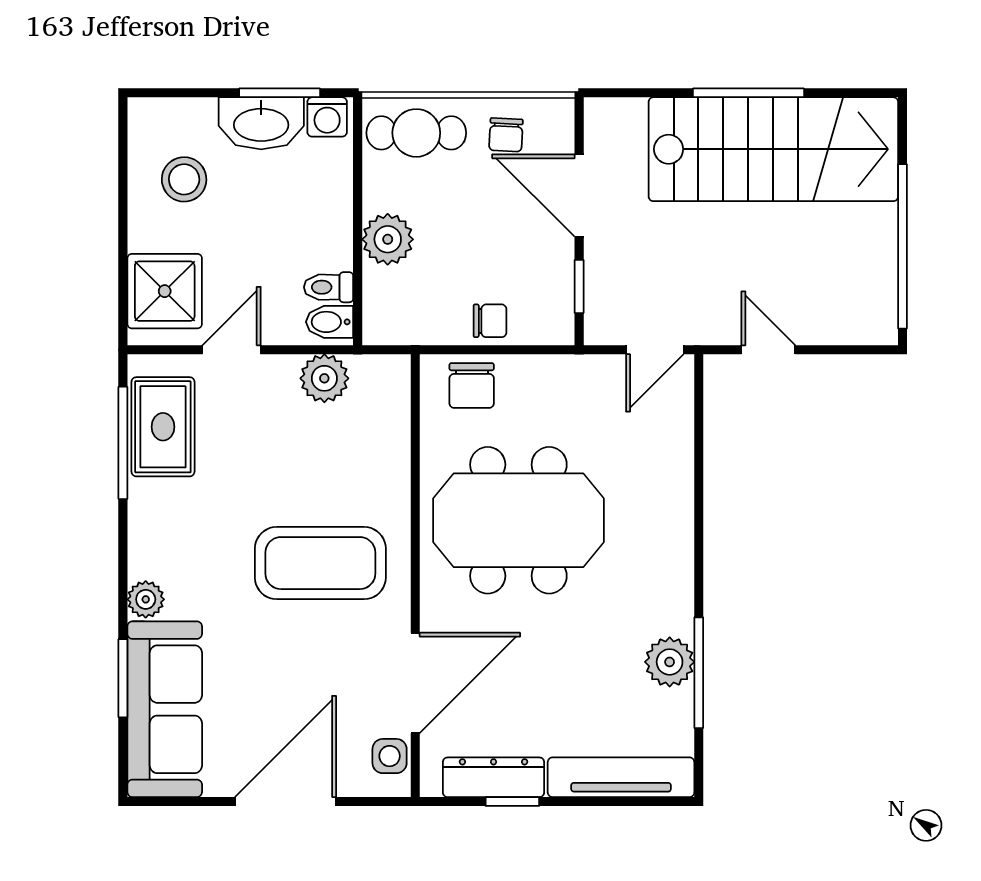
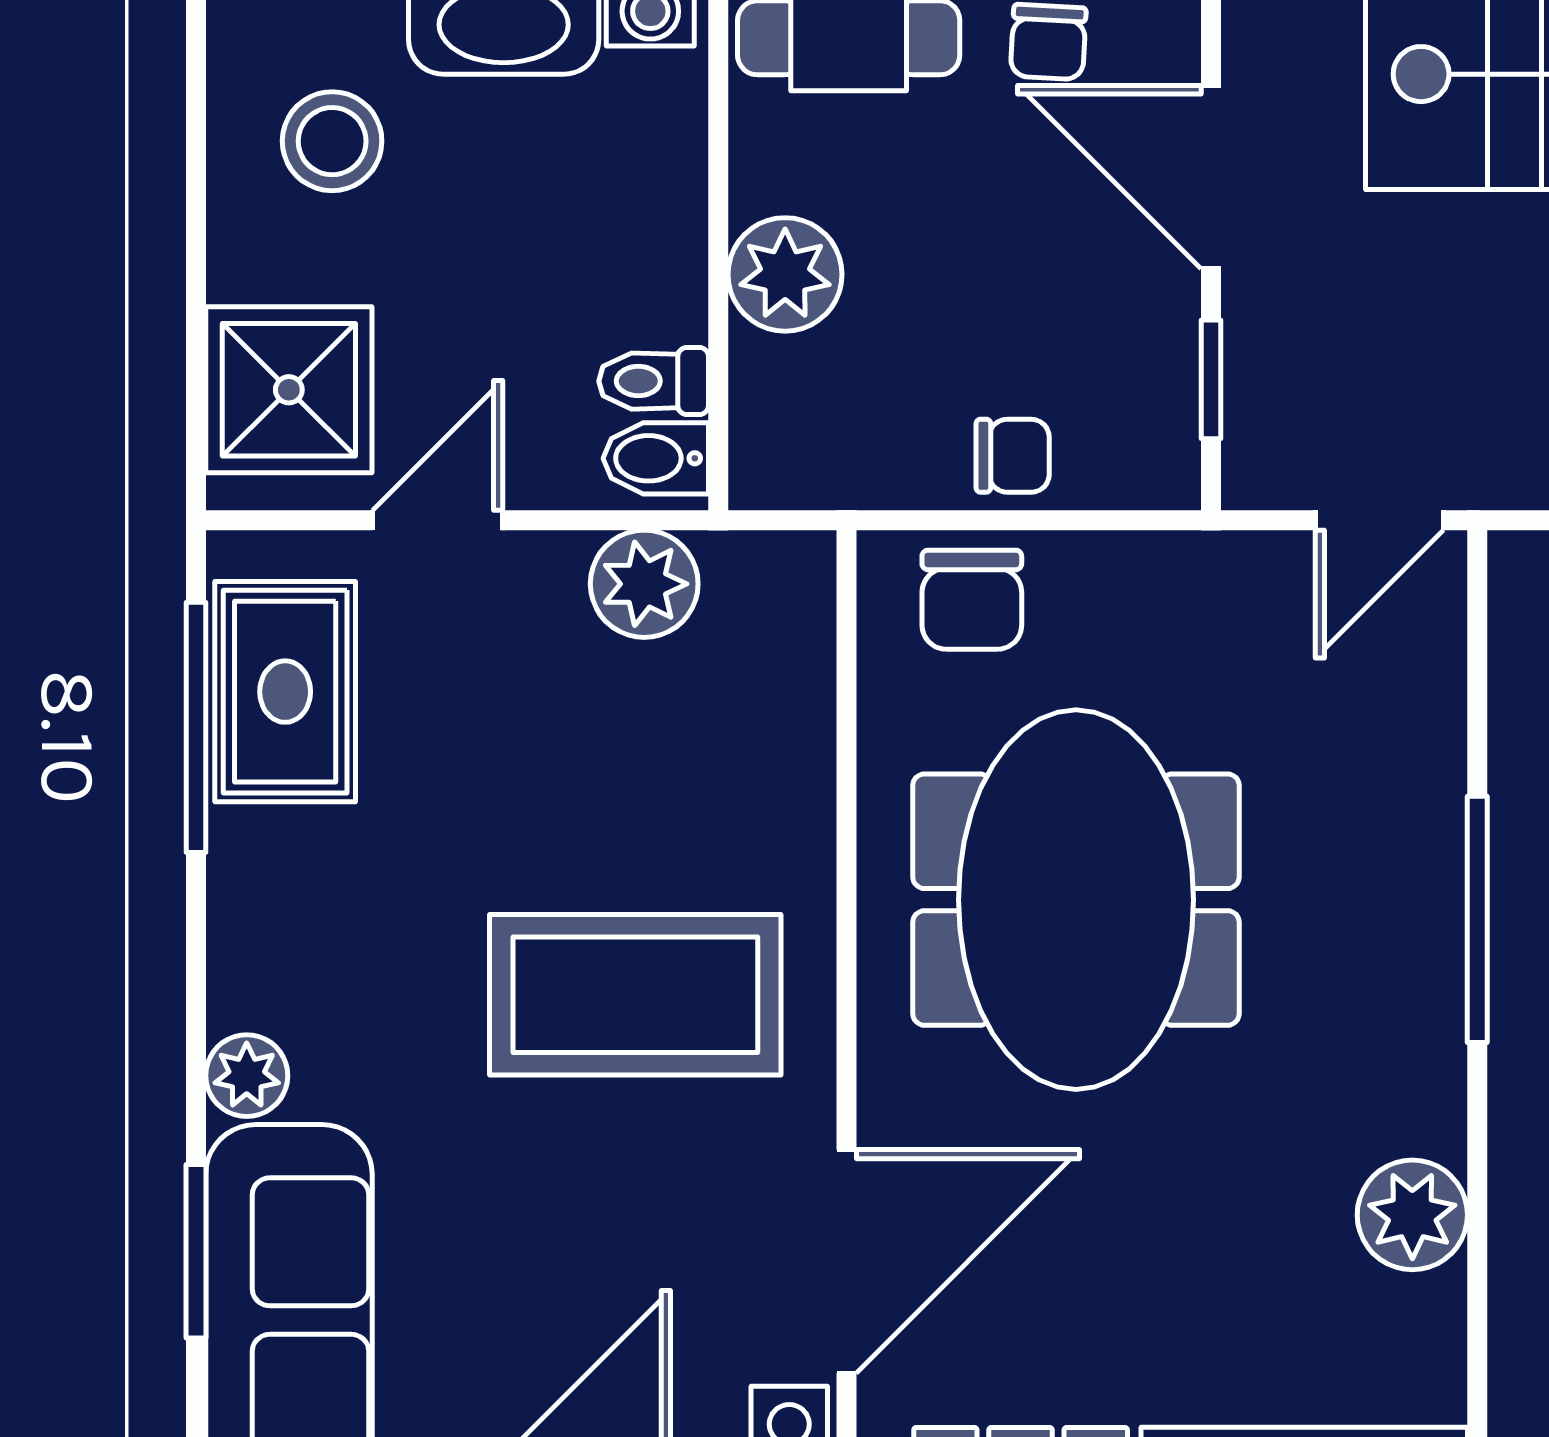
meeting table: (518, 520) -> (1076, 900), turned 90
window: (699, 673) -> (1477, 919), moved

